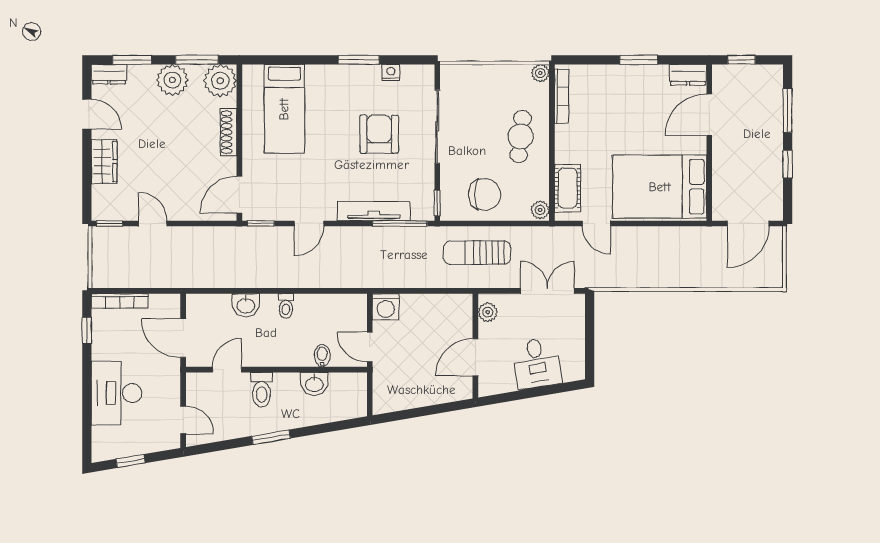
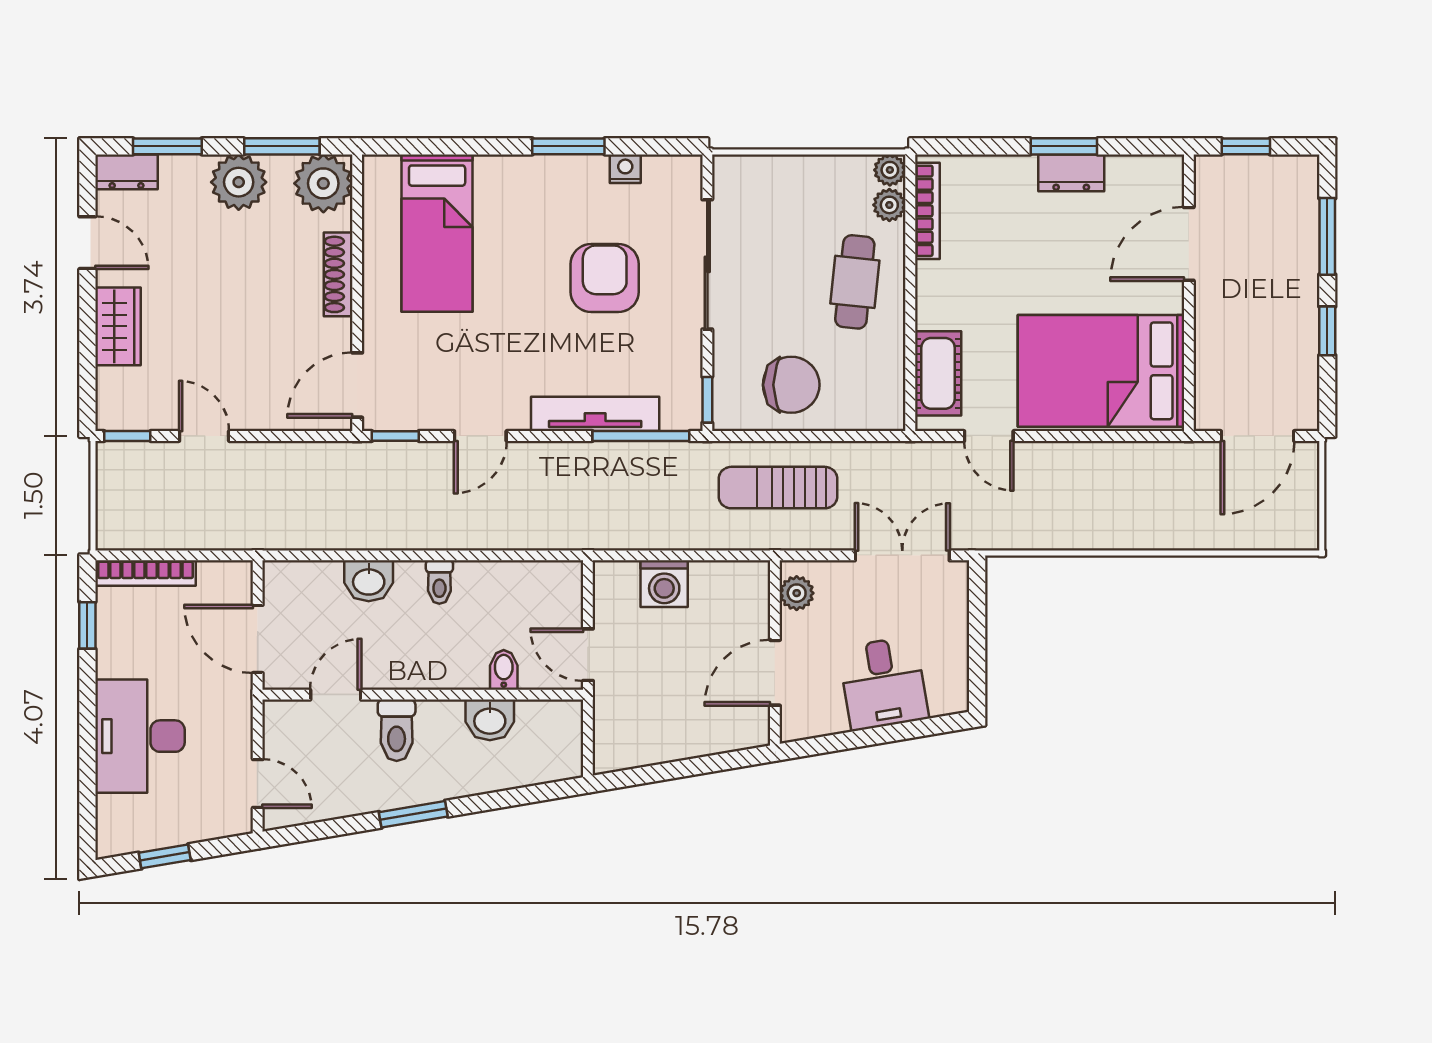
dresser: (688, 75) -> (1071, 173), moved
plant: (540, 210) -> (889, 205), moved
washing machine: (386, 307) -> (664, 584), moved

